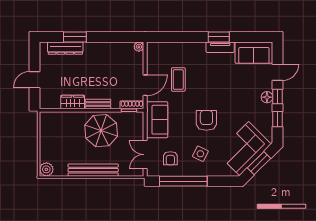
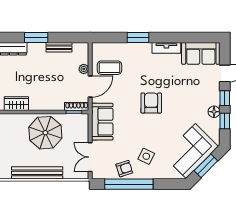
window: (75, 37) -> (36, 37), moved
window: (219, 37) -> (138, 37), moved
plant: (139, 47) -> (84, 69), moved
coffee table: (178, 79) -> (109, 68), moved, turned 90
floor lamp: (267, 97) -> (214, 112), moved
bench: (98, 104) -> (59, 47), moved
armchair: (206, 120) -> (151, 103), moved
armchair: (170, 158) -> (124, 169), moved, turned -108

